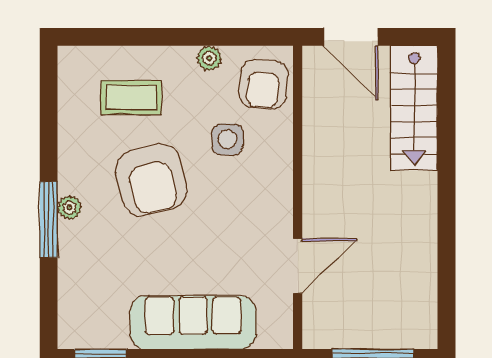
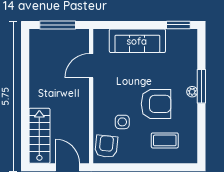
plant: (209, 58) -> (130, 158), removed
armchair: (151, 180) -> (156, 104), turned 104

